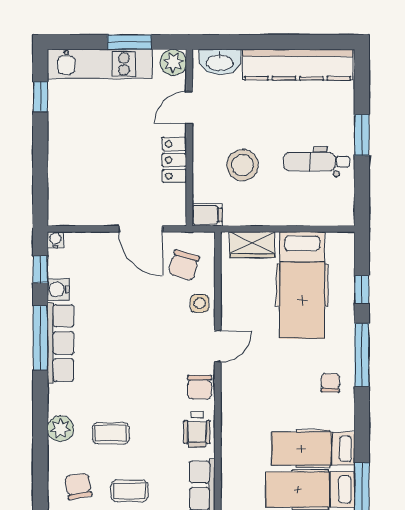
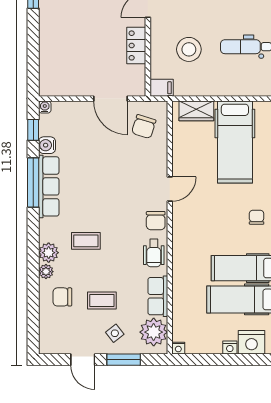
side table: (200, 303) -> (156, 156), removed
coffee table: (111, 433) -> (86, 241), moved
plant: (57, 453) -> (46, 272), added
chair: (78, 486) -> (62, 297), turned -80

